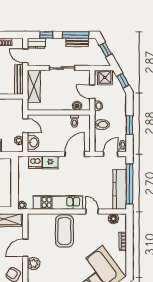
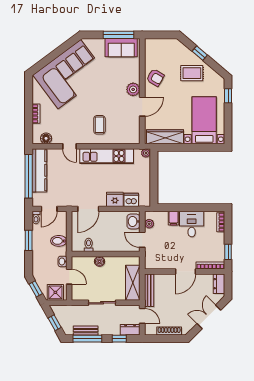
boiler: (77, 106) -> (100, 261), moved
coffee table: (64, 231) -> (99, 125), width x0.54, depth x0.58

